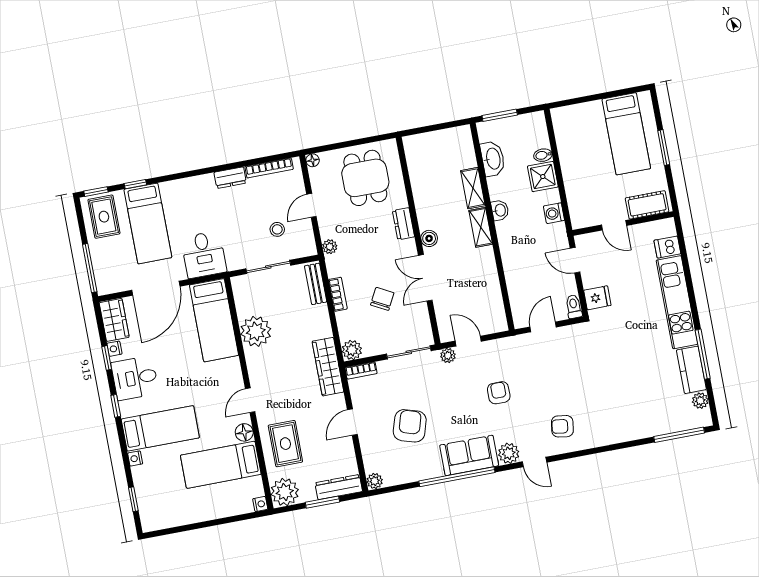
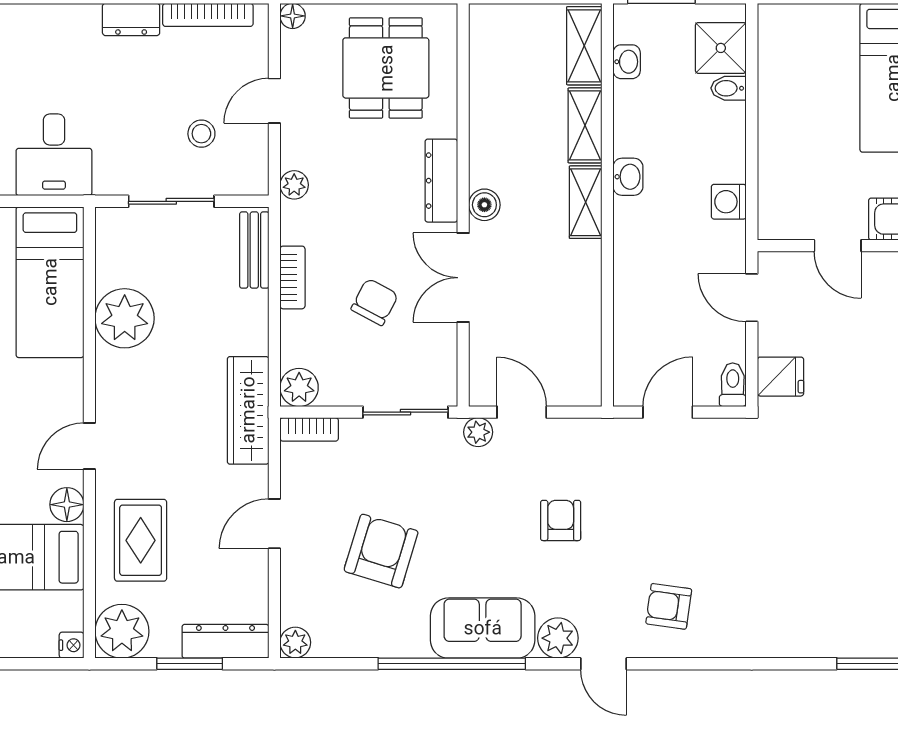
shelving: (465, 147) -> (584, 46), added
washbasin: (493, 159) -> (627, 62), width x0.52, depth x0.69
shower: (543, 177) -> (721, 48), moved
dresser: (403, 224) -> (441, 181), width x1.44

